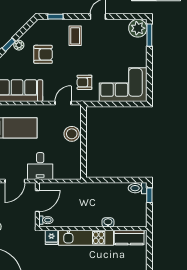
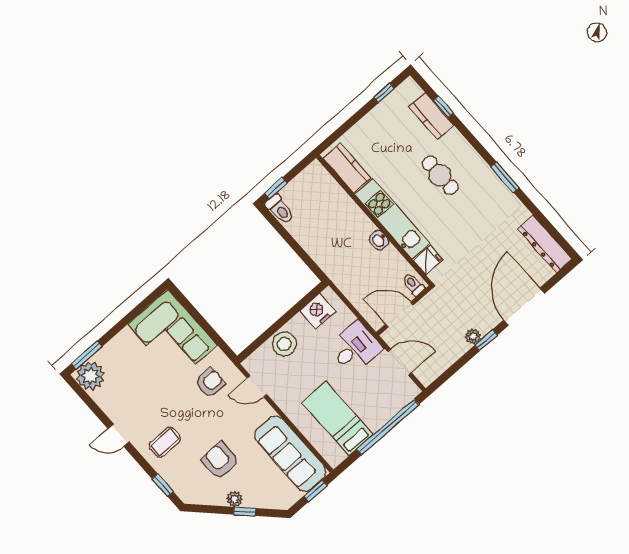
armchair: (84, 82) -> (210, 383), turned -90
nightstand: (73, 164) -> (318, 311), added
washbasin: (108, 222) -> (379, 240), moved

